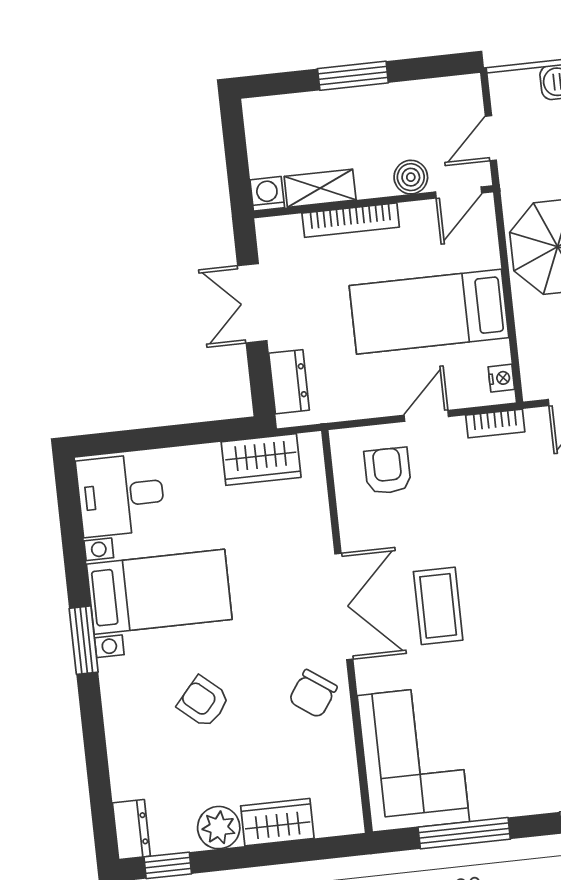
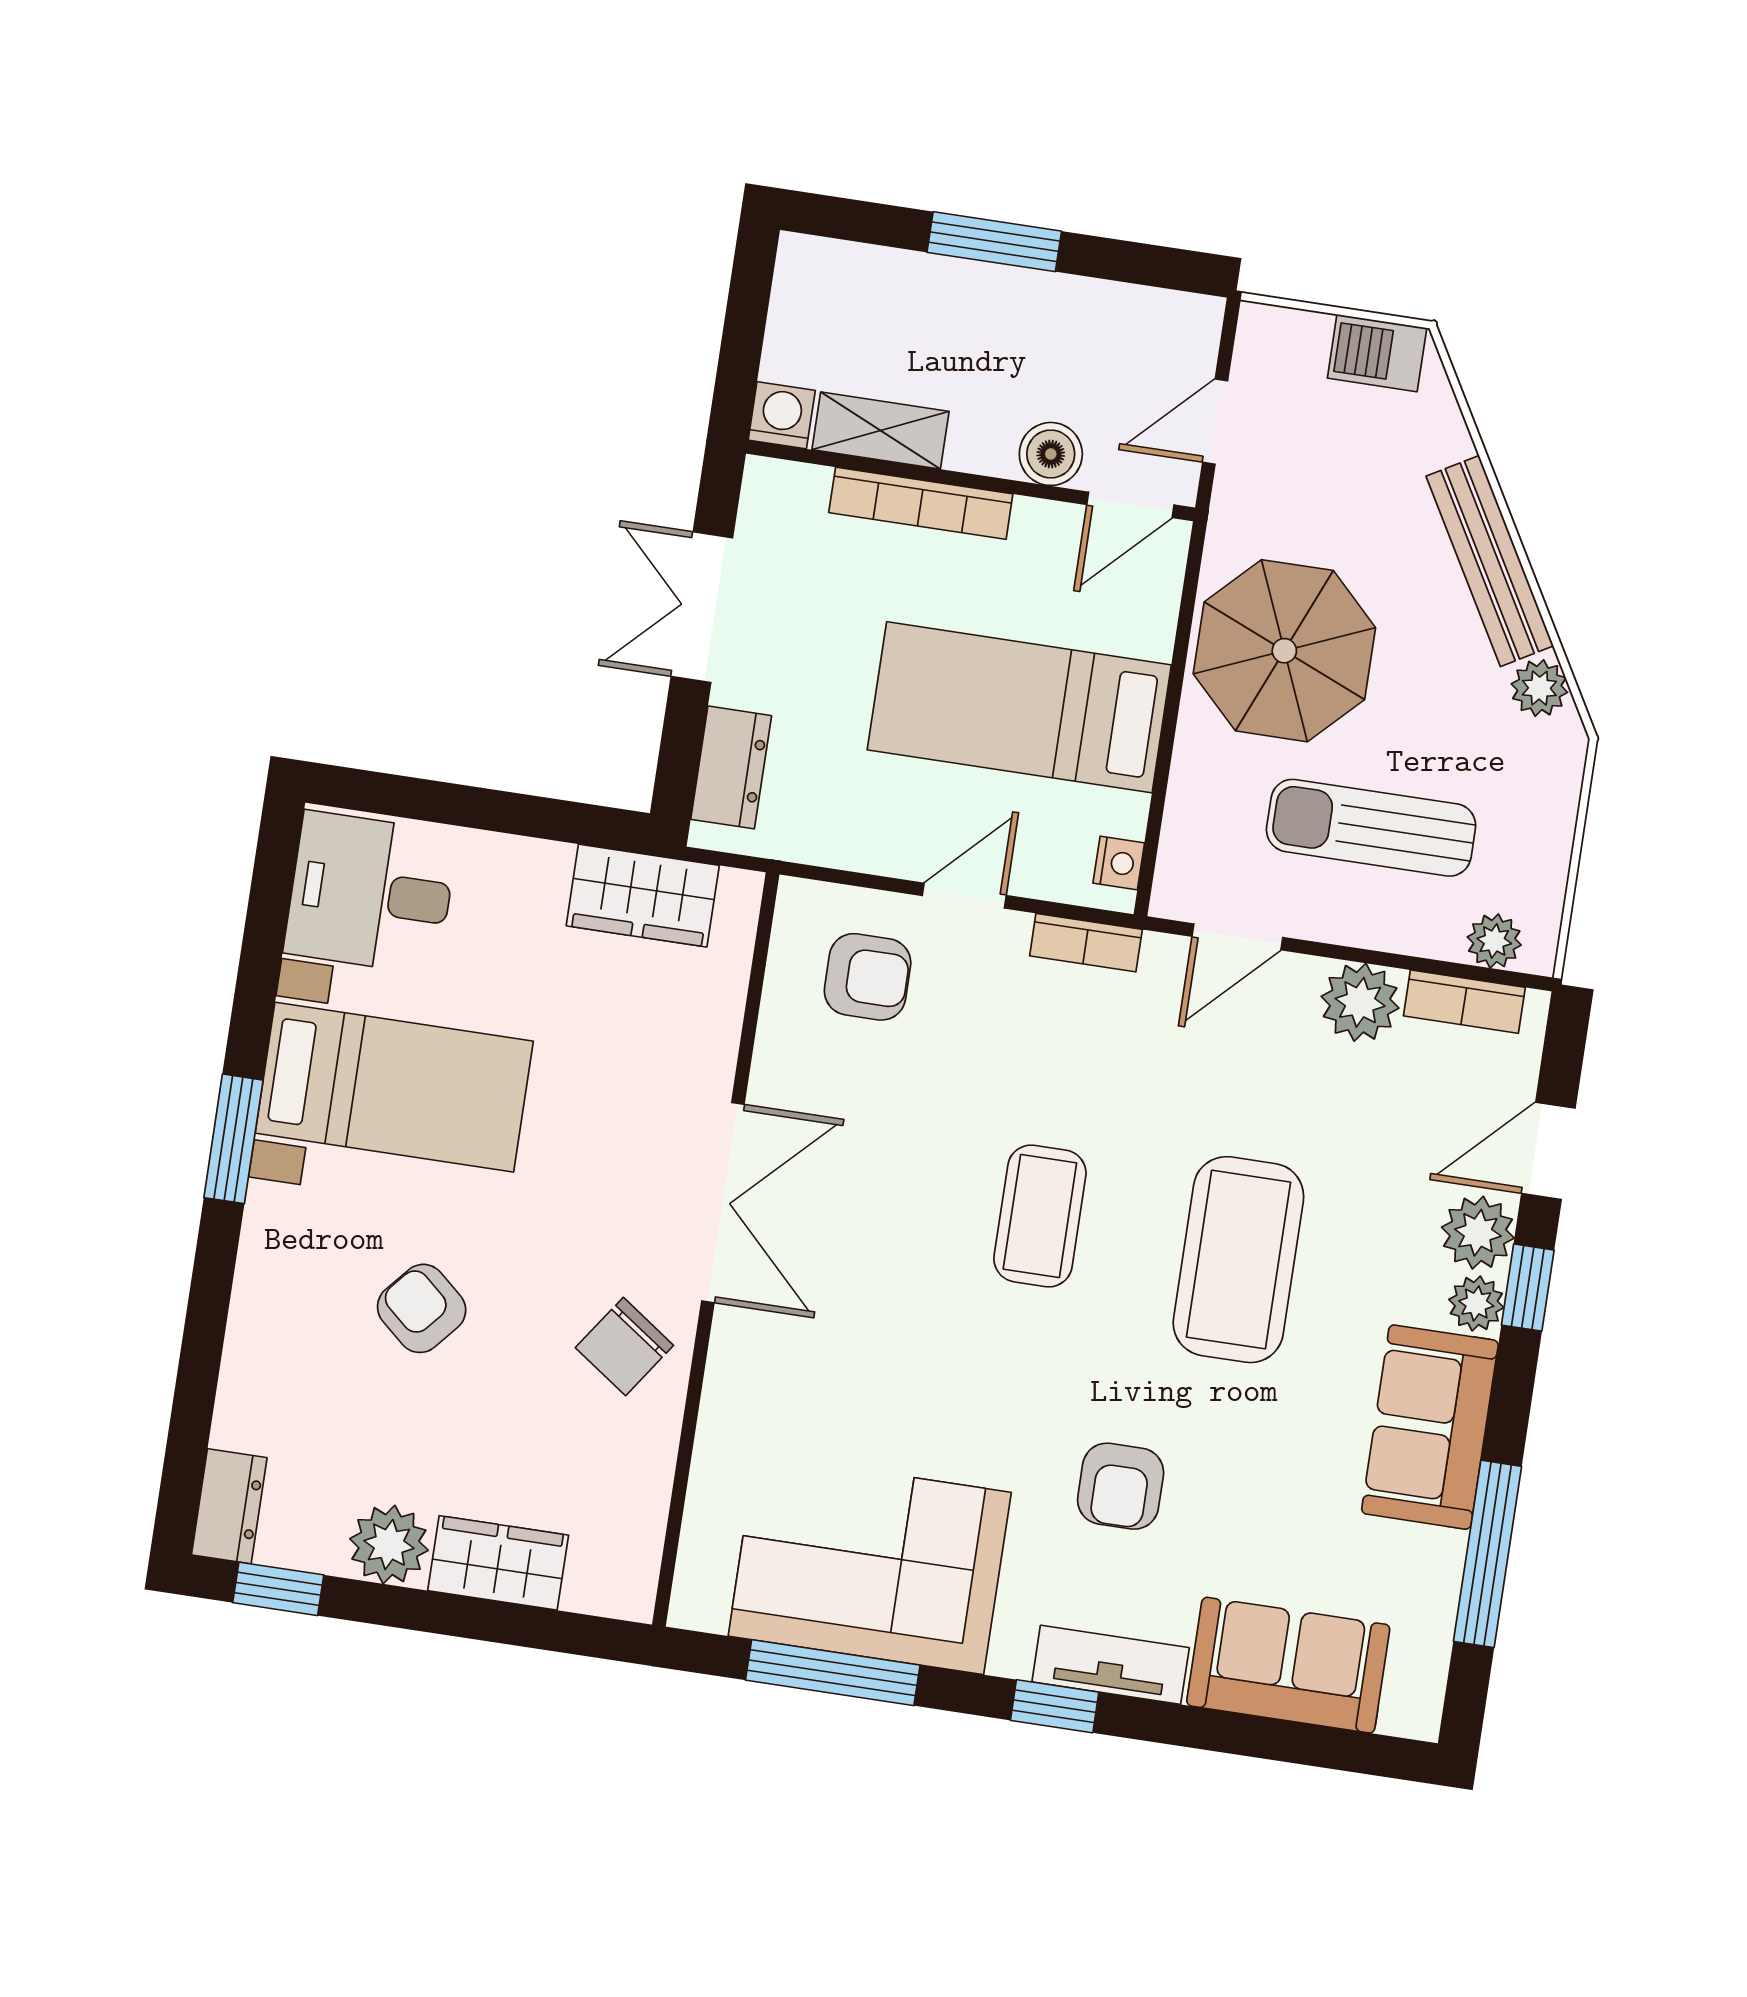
armchair: (388, 471) -> (868, 977), turned 90
coffee table: (438, 606) -> (1040, 1216), moved
corner sofa: (413, 759) -> (870, 1564), moved, turned -90

